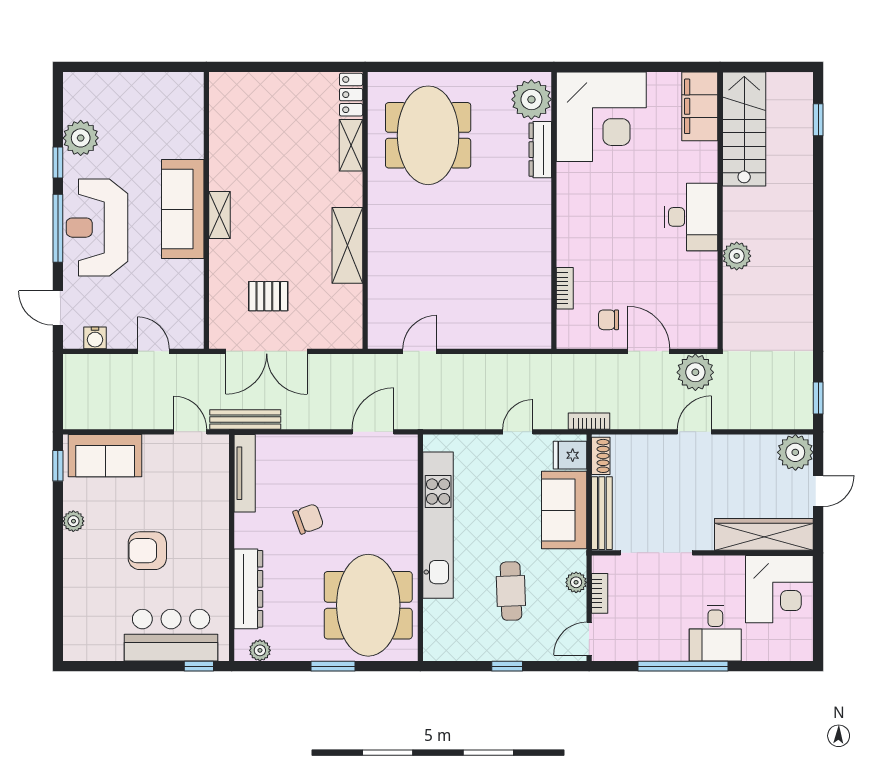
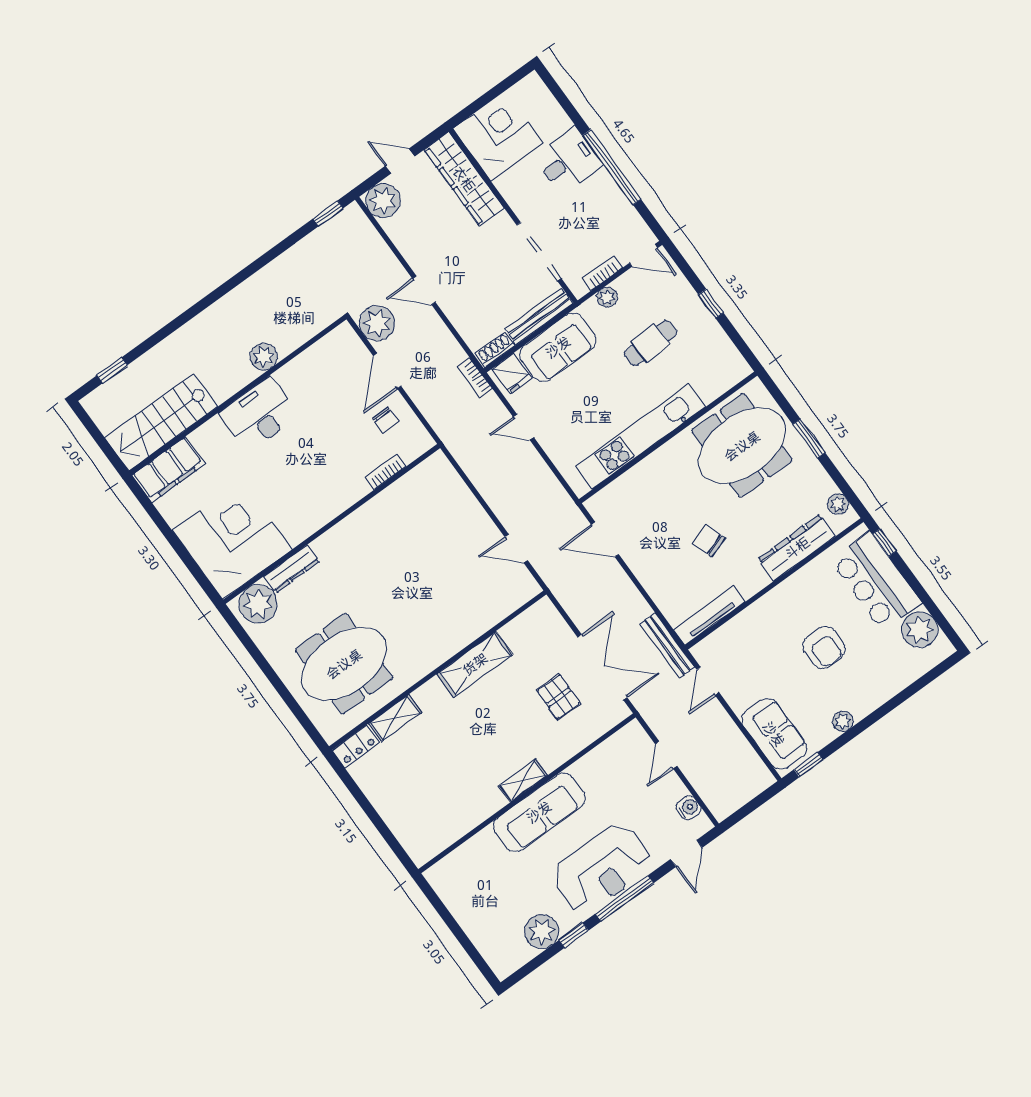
plant: (104, 642) -> (920, 630), added

